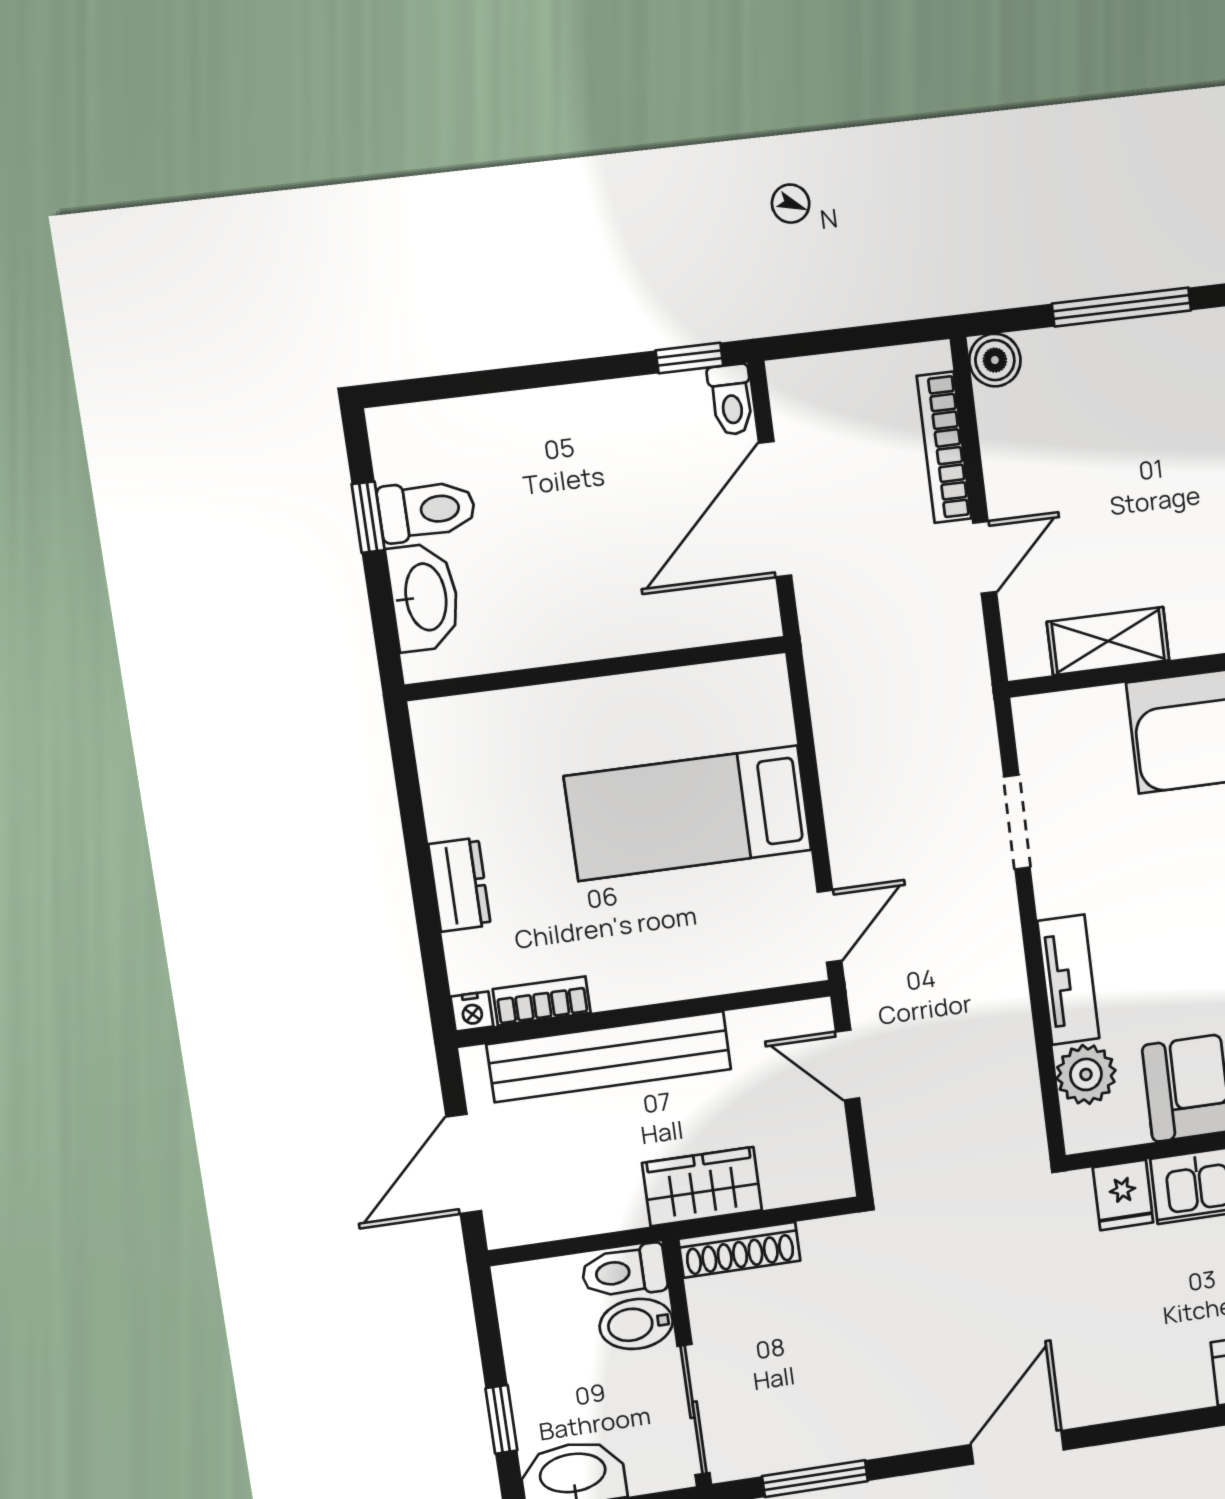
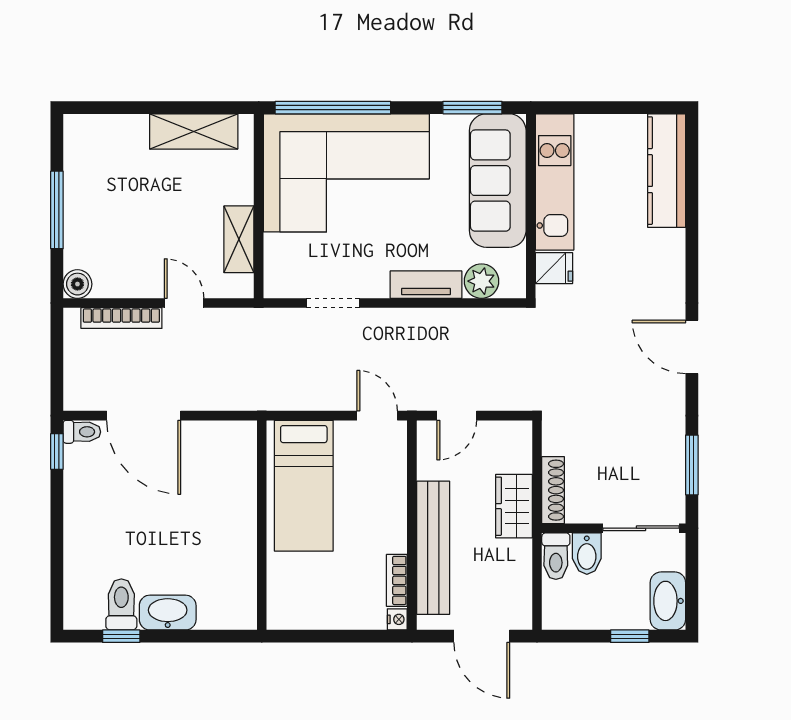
wall: (596, 669) -> (262, 525), moved
dresser: (460, 885) -> (326, 616), removed

